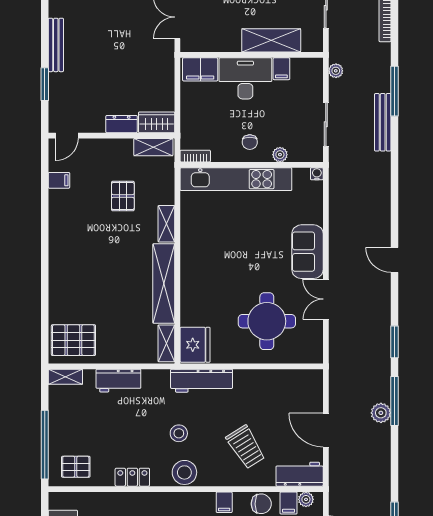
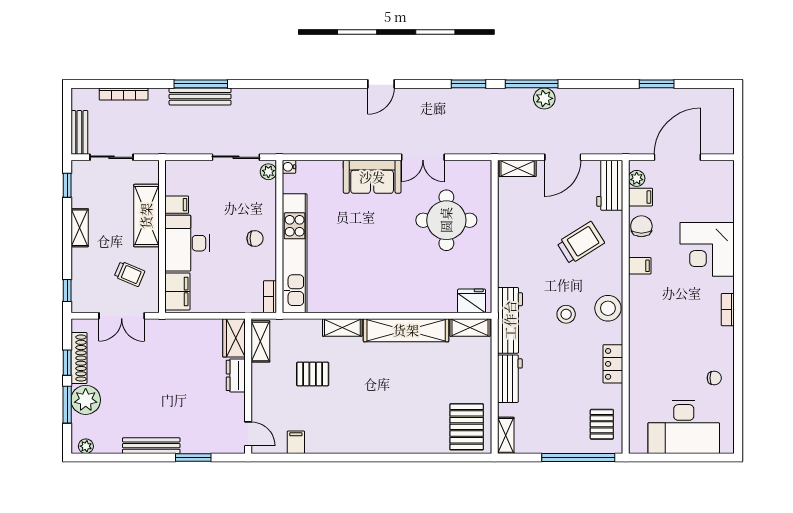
trolley: (217, 25) -> (130, 274), added
plant: (336, 71) -> (179, 147), removed
bench: (383, 122) -> (200, 96), moved
plant: (280, 155) -> (268, 172), moved
fridge: (195, 345) -> (472, 301), width x0.73, depth x0.75
workbench: (202, 381) -> (510, 320), moved
shelving: (315, 388) -> (518, 168), added

